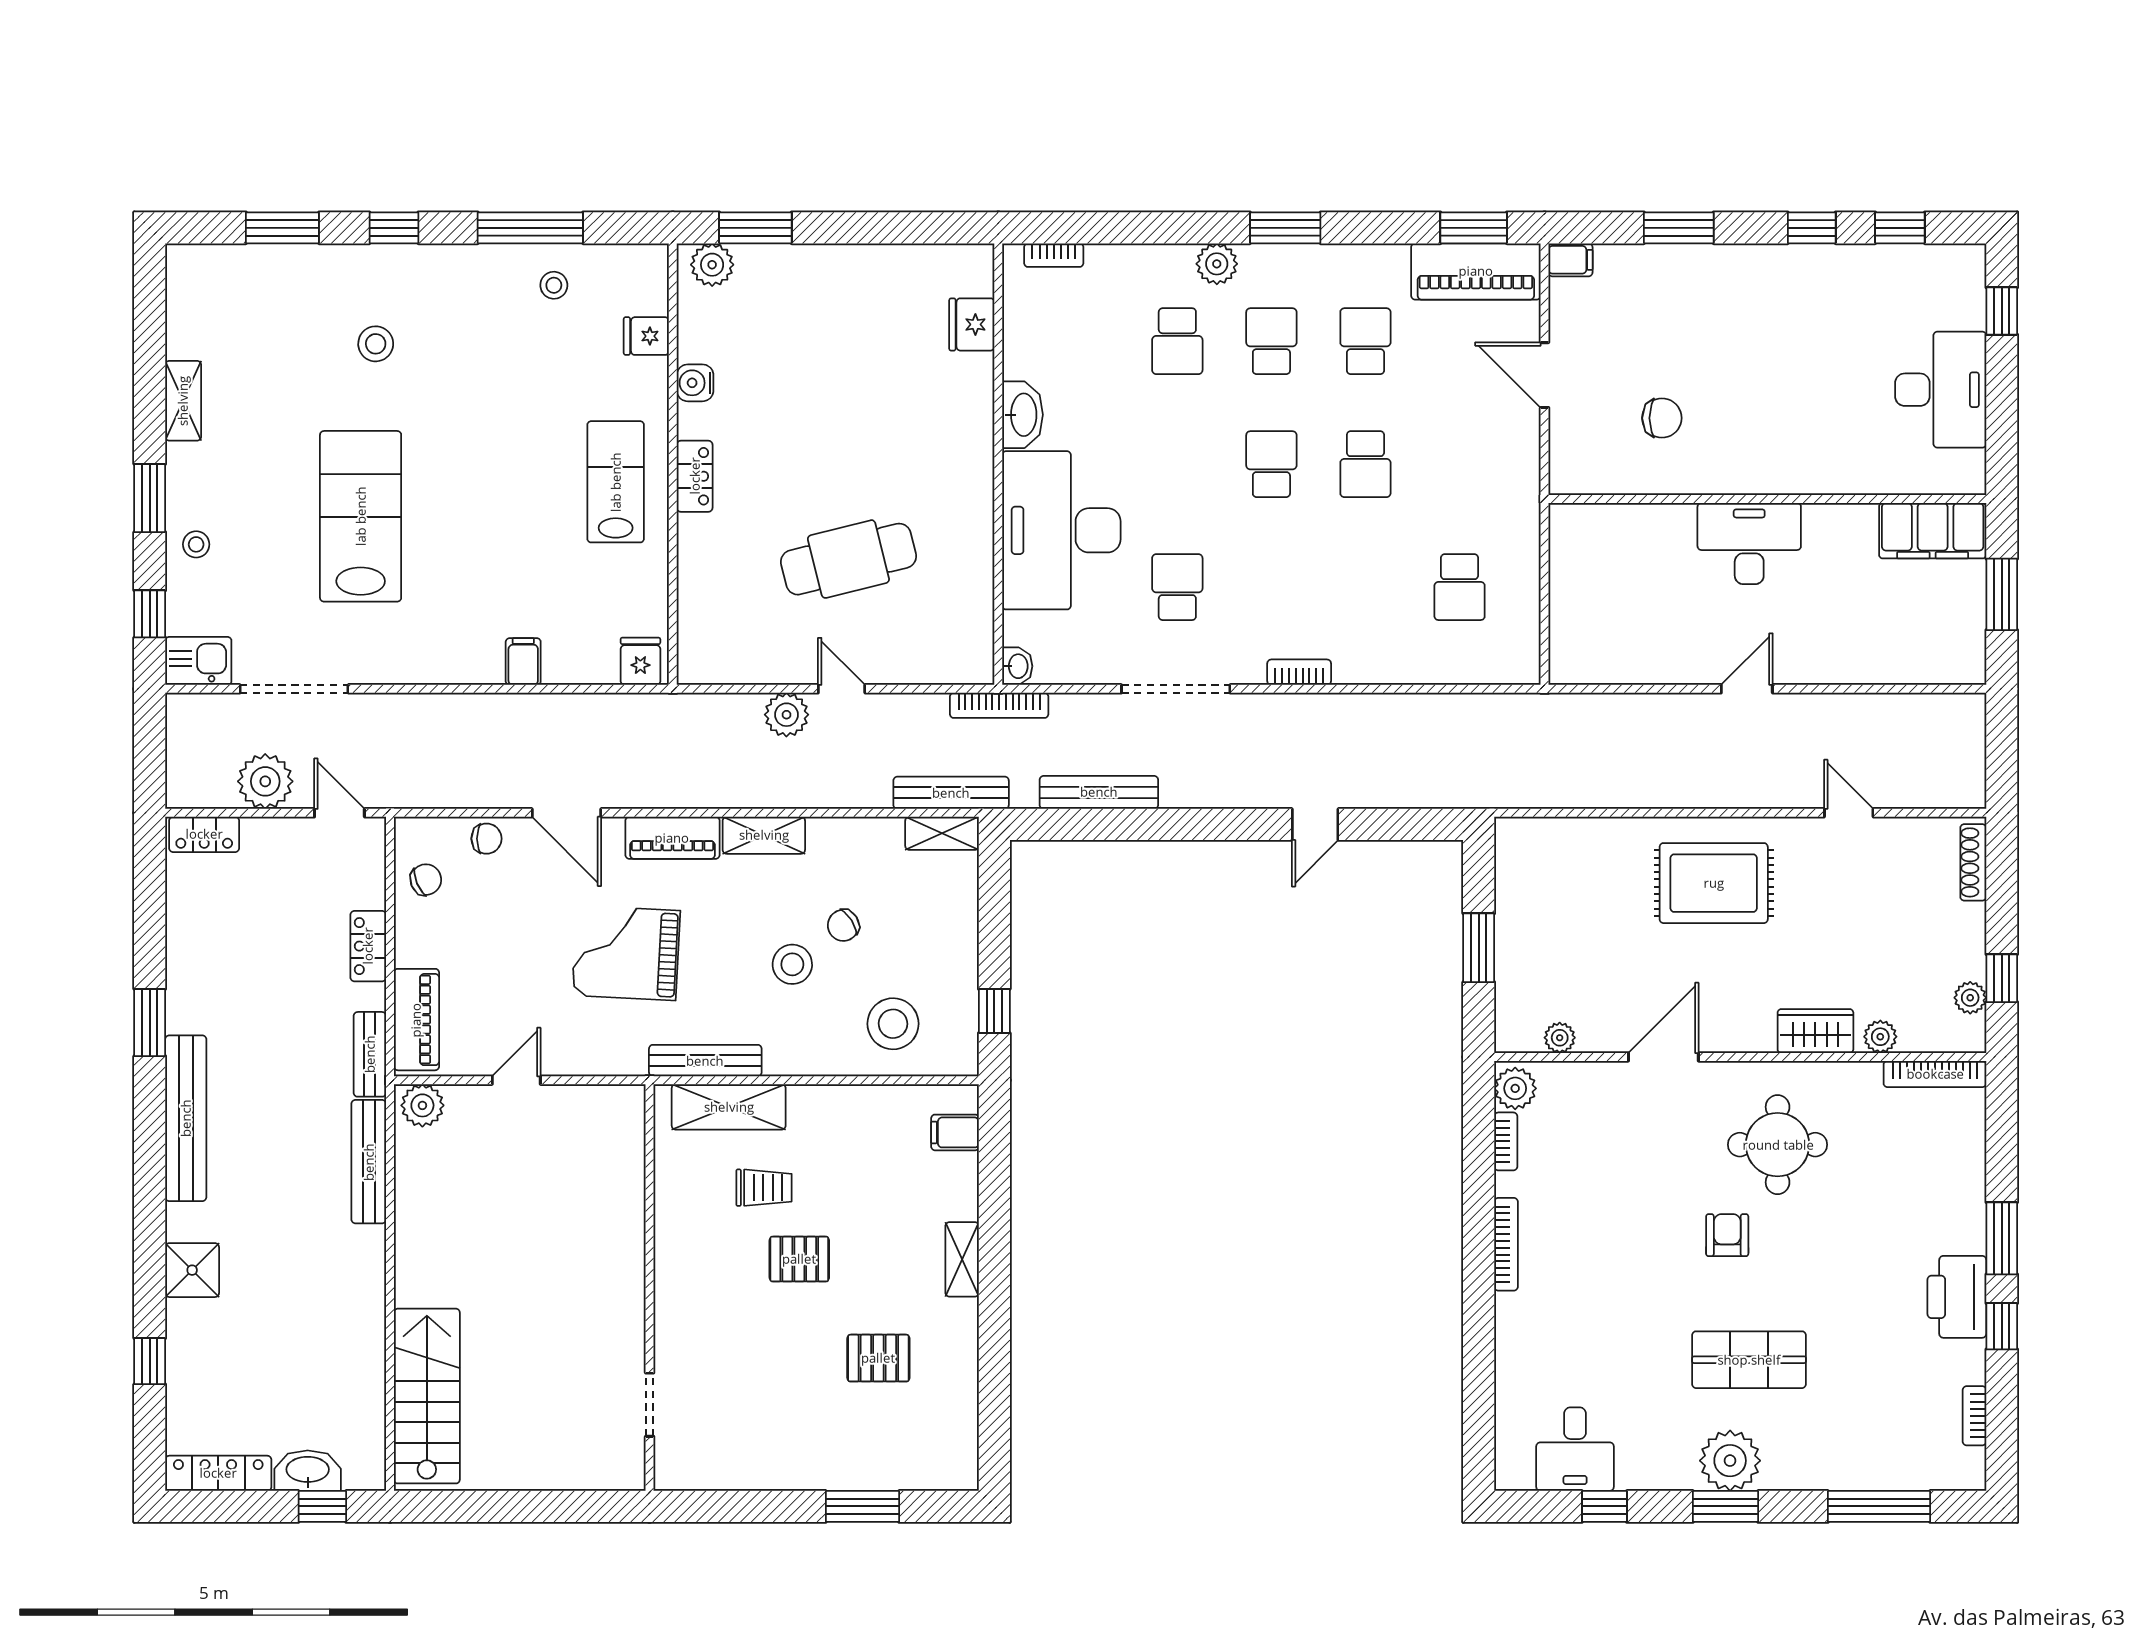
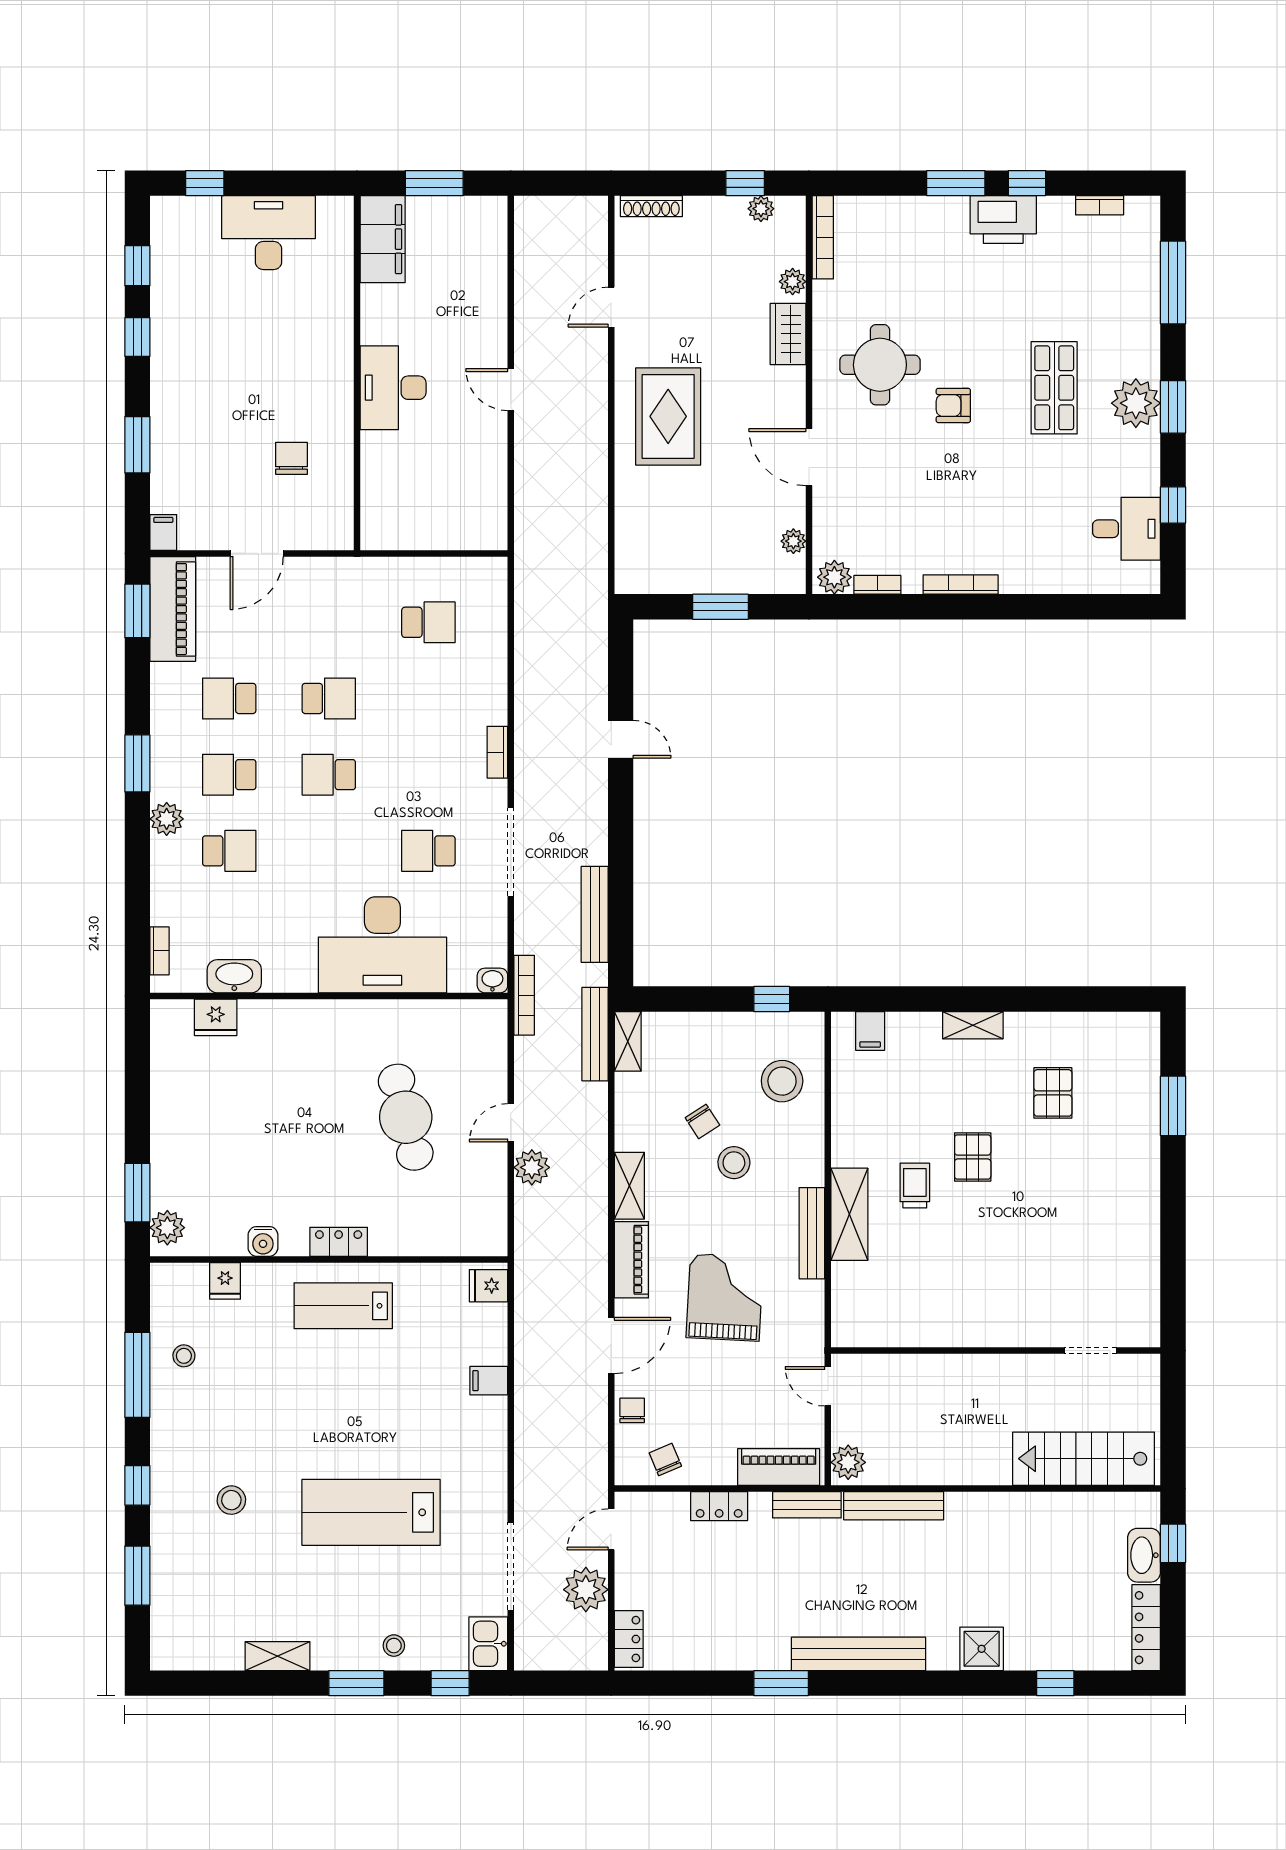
washbasin: (1023, 415) -> (234, 976), moved
grand piano: (626, 953) -> (725, 1297), turned 180
wall: (650, 1287) -> (996, 1351), moved
doorway: (650, 1405) -> (1091, 1351), moved

